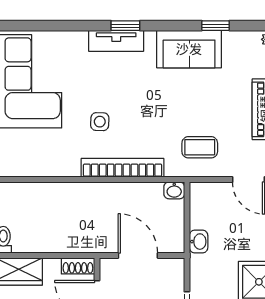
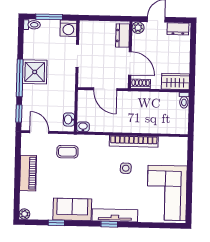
tv unit: (116, 41) -> (115, 215), width x1.41
bookcase: (123, 168) -> (134, 141), moved
washbasin: (199, 242) -> (69, 120), moved

